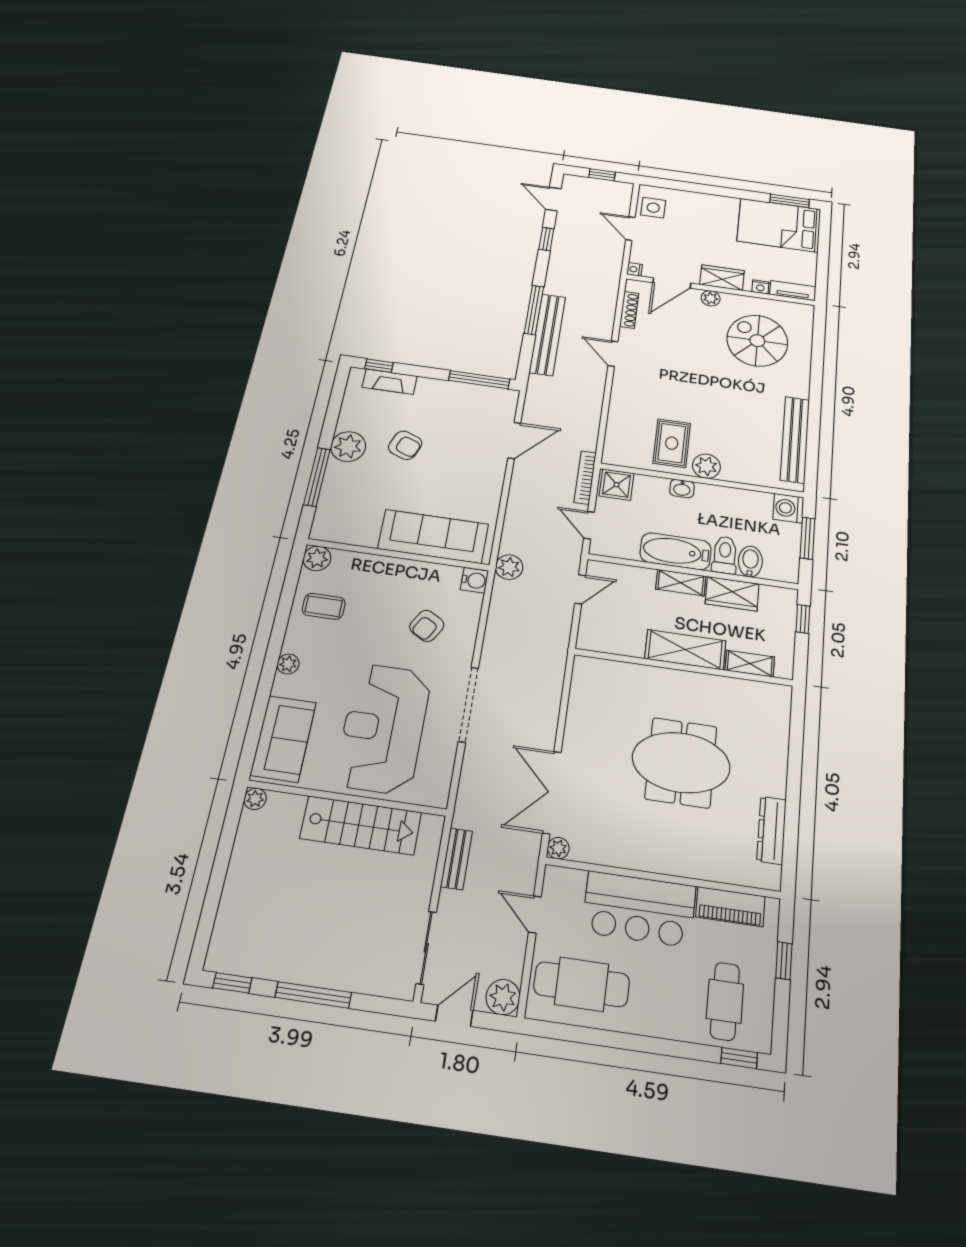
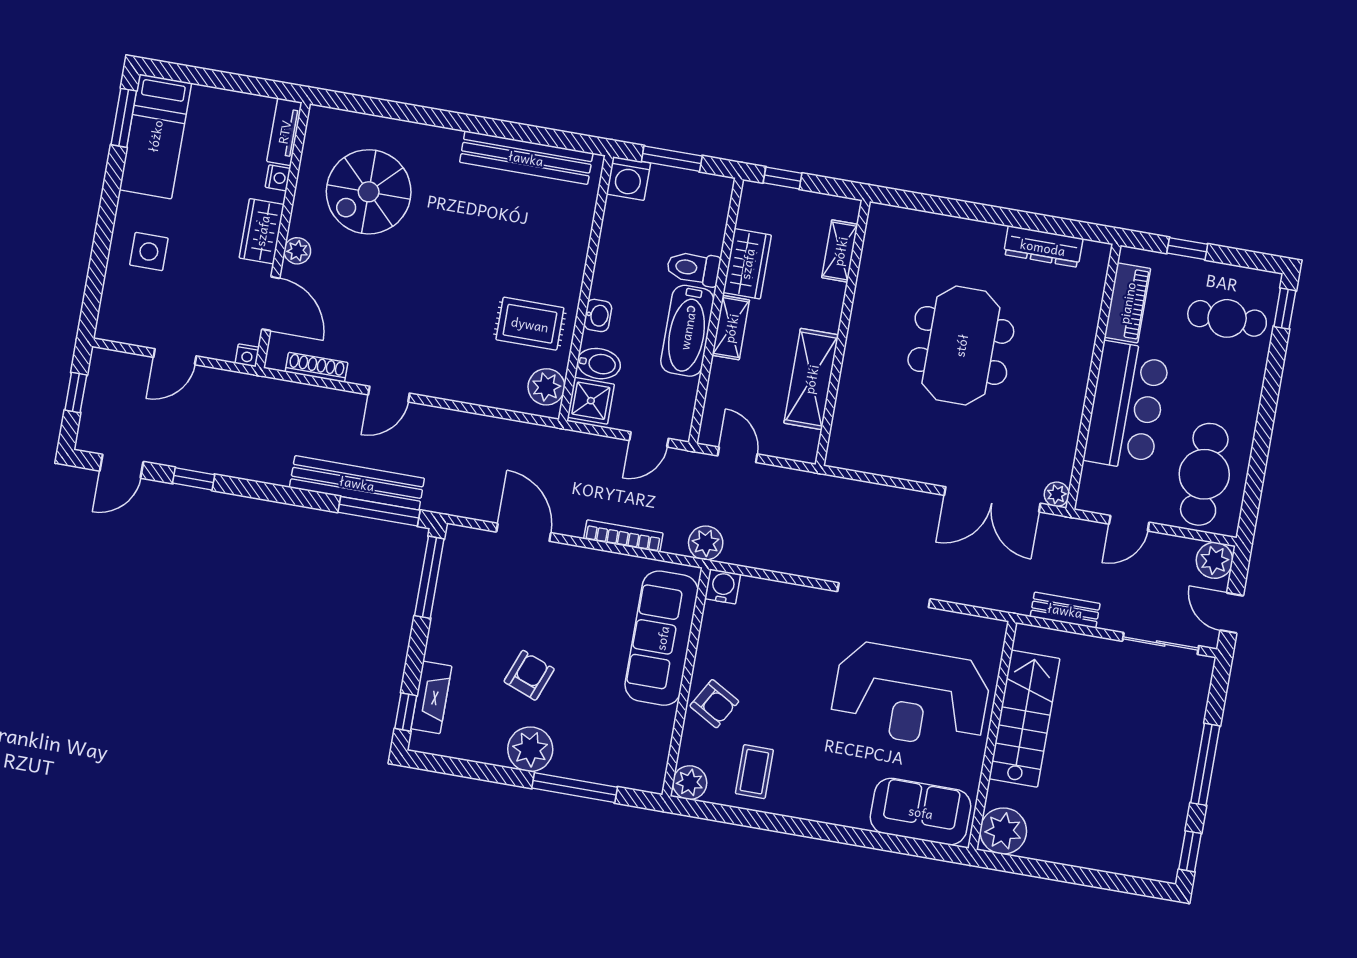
side table: (653, 208) -> (149, 252), moved
bed: (779, 225) -> (155, 136), width x0.67
window: (534, 310) -> (379, 511), moved
plant: (706, 466) -> (546, 387), moved
bookcase: (585, 477) -> (623, 536), moved, turned 180
bidet: (750, 561) -> (599, 364), moved, turned 180
armchair: (427, 626) -> (714, 704), moved
shelving: (685, 650) -> (811, 379), moved
plant: (288, 664) -> (828, 811), removed
plant: (255, 799) -> (1003, 831), width x1.88, depth x1.88

